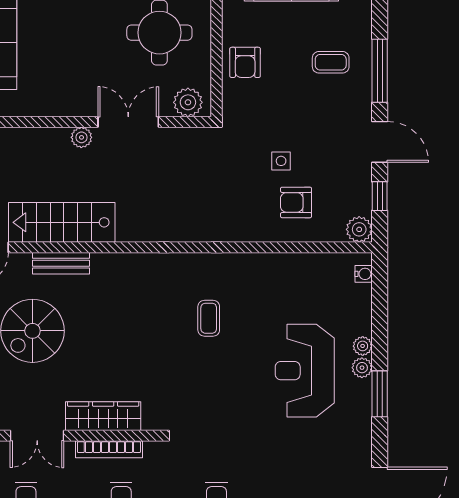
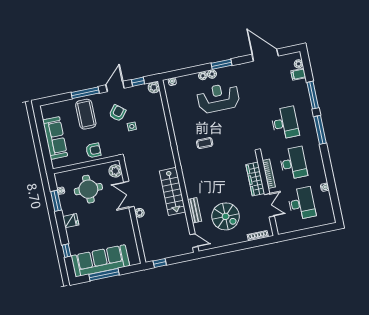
coffee table: (331, 62) -> (86, 114), width x1.86, depth x1.72
armchair: (296, 202) -> (117, 113), moved, turned -141
stairs: (62, 222) -> (172, 191), moved
reception desk: (305, 371) -> (218, 98), turned 180

